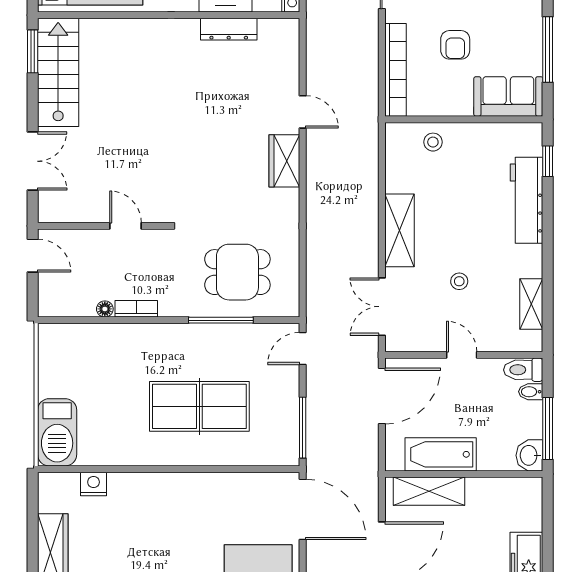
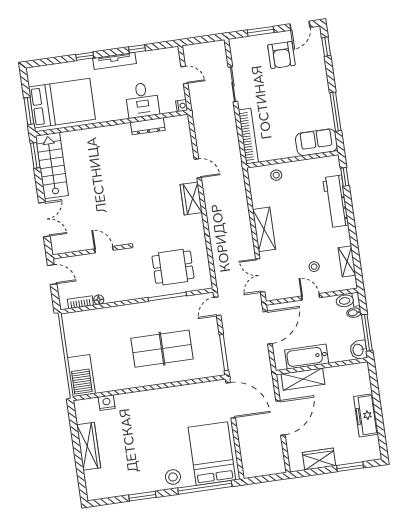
armchair: (455, 45) -> (281, 117), removed
stool: (459, 281) -> (314, 267), moved
bookcase: (136, 309) -> (80, 302), moved

